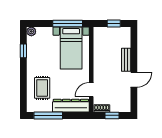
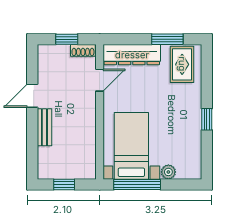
plant: (31, 31) -> (168, 172), moved
window: (23, 51) -> (207, 119), moved
rug: (42, 88) -> (182, 64), moved
window: (48, 115) -> (167, 39), width x0.69

